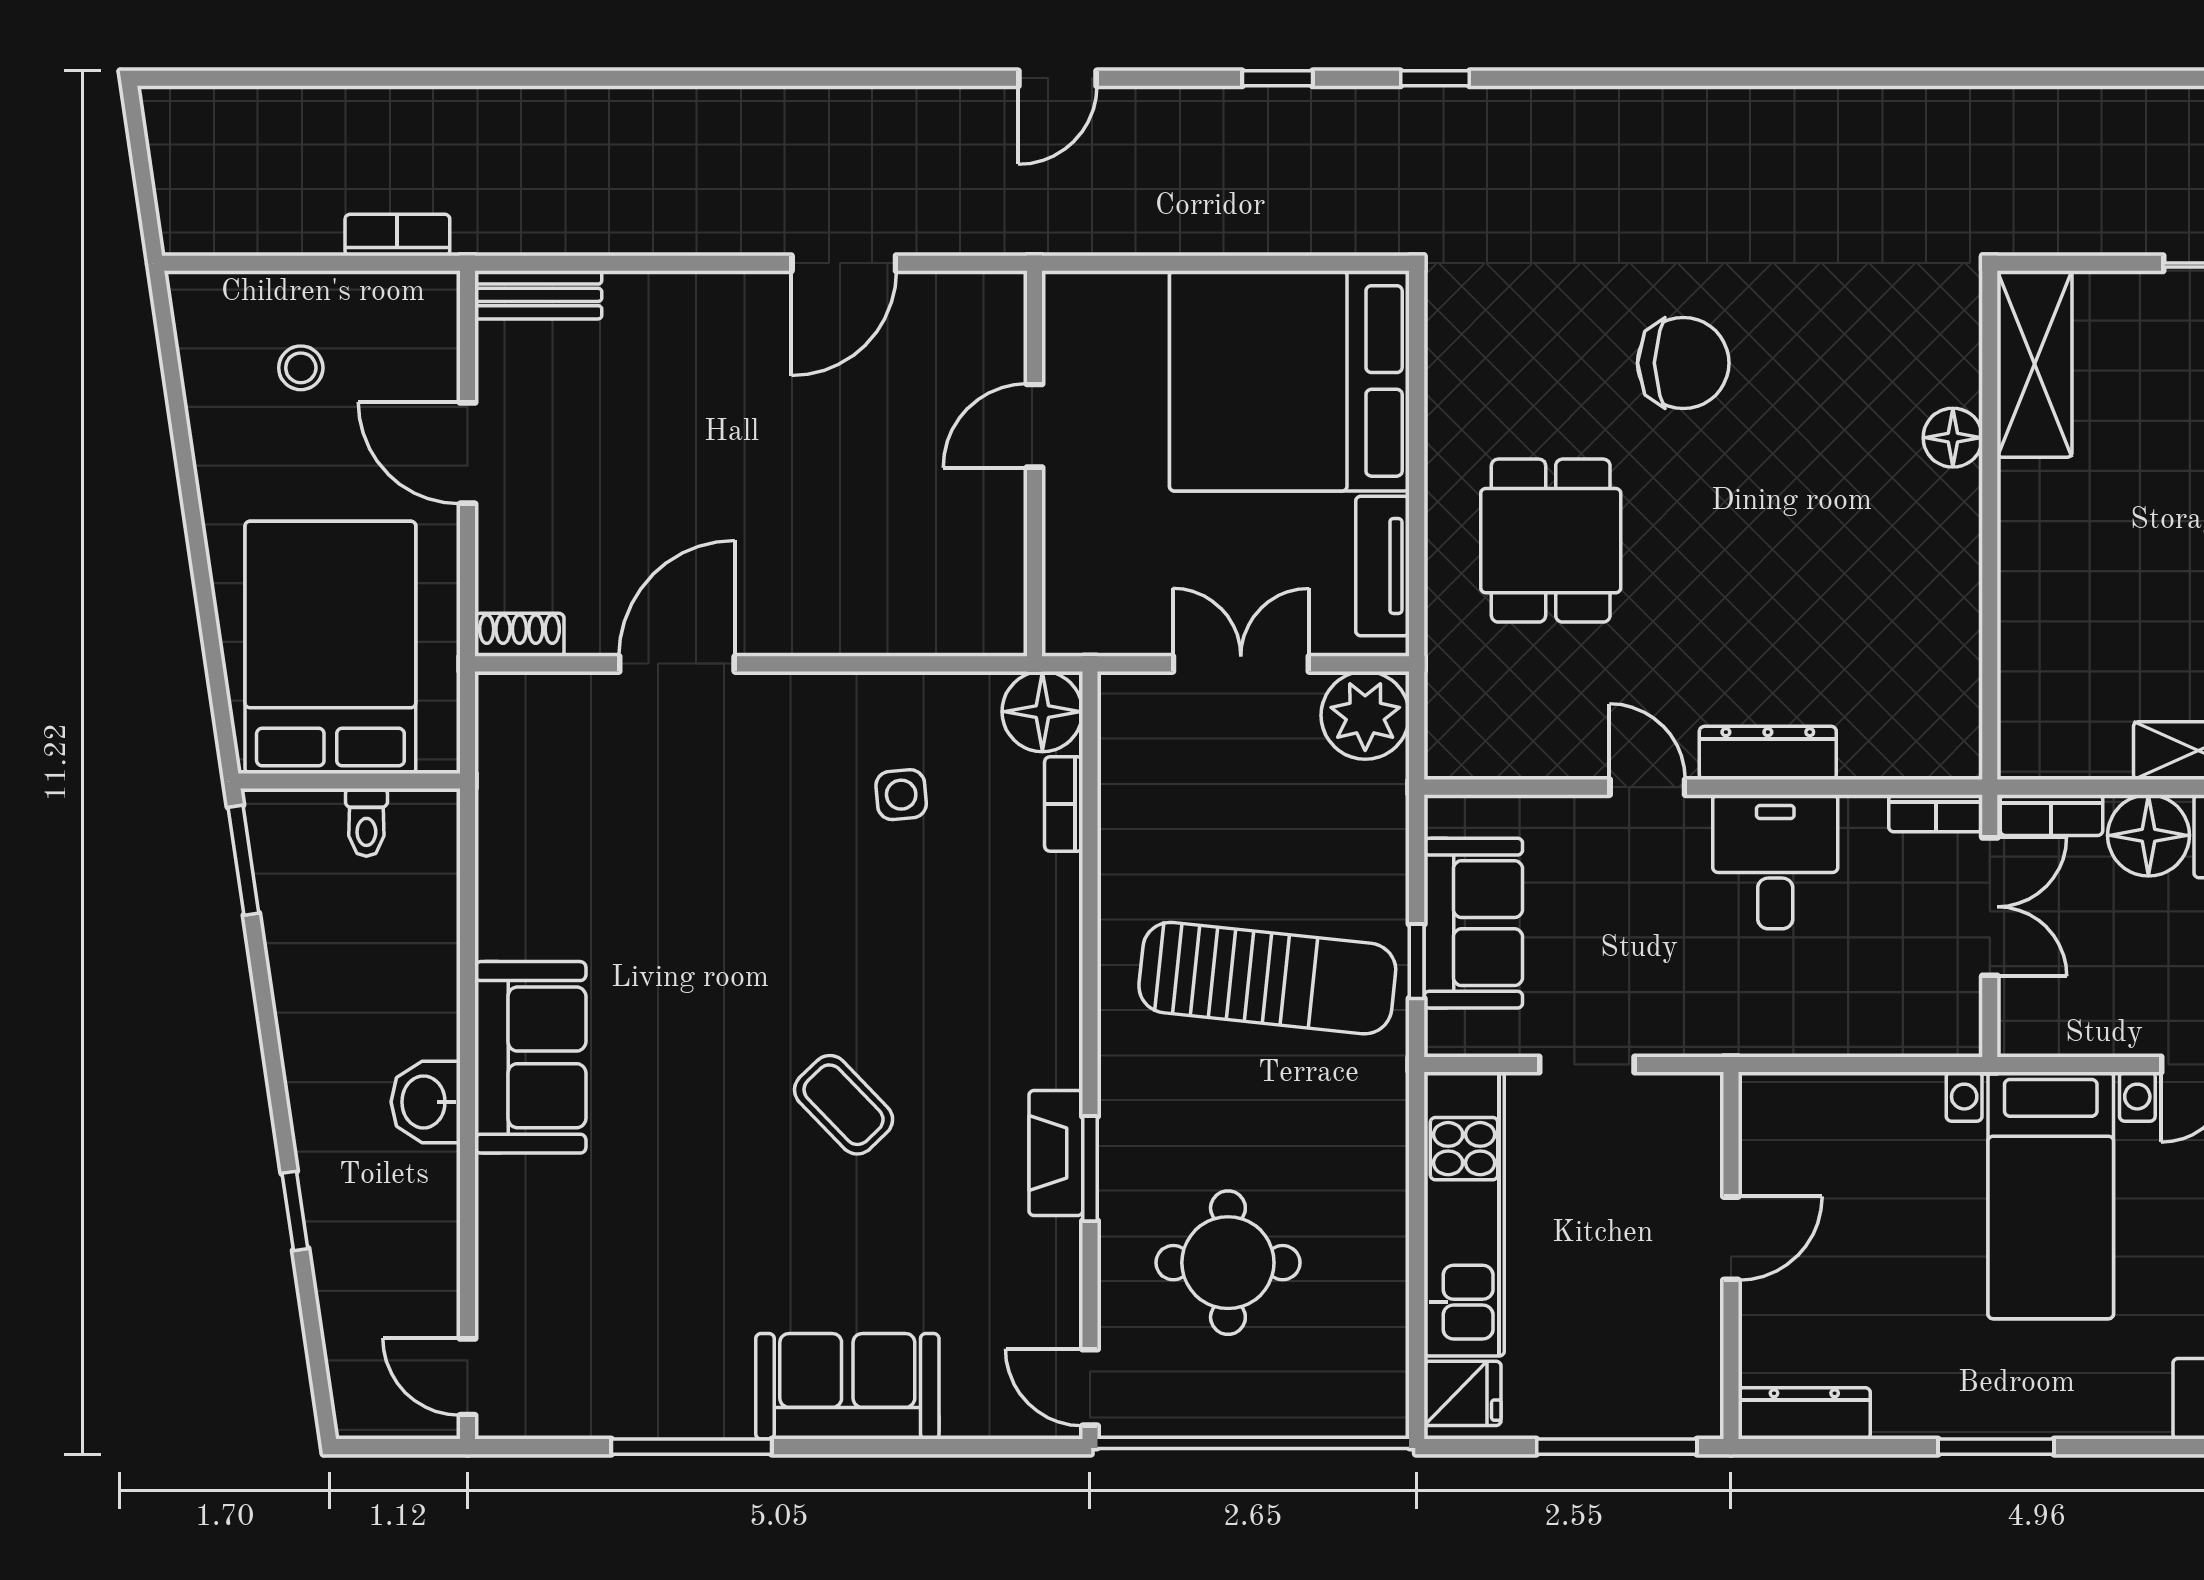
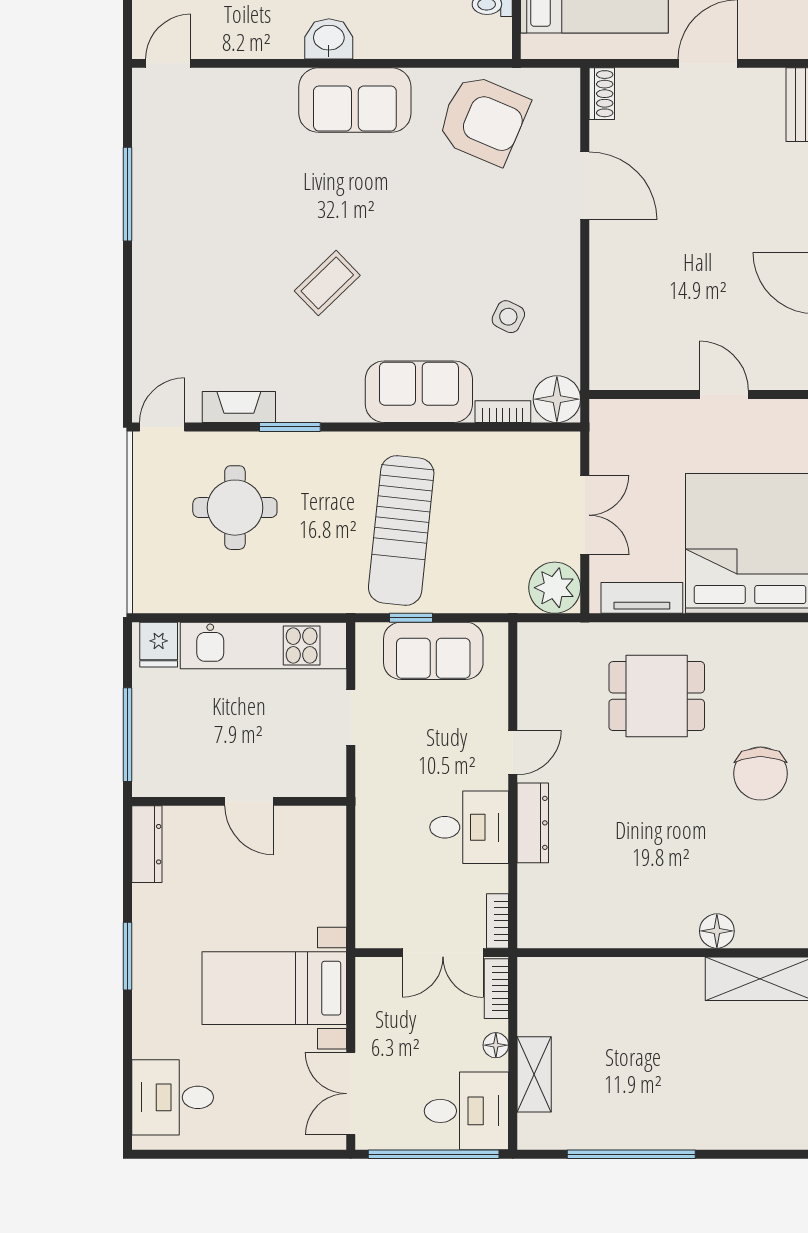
side table: (901, 795) -> (508, 317), turned 31
floor lamp: (2148, 835) -> (496, 1045), width x0.53, depth x0.53
armchair: (564, 838) -> (483, 120), added
fireplace: (1056, 1153) -> (239, 407), moved
sofa: (847, 1386) -> (419, 392), moved, turned -90

